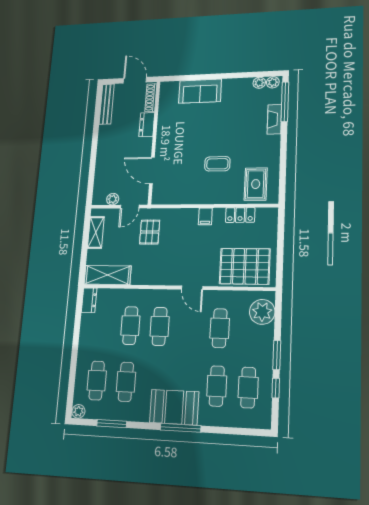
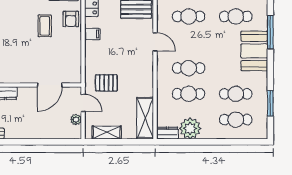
armchair: (224, 192) -> (71, 19), added
door: (192, 288) -> (155, 42), hinge flipped
plant: (78, 411) -> (190, 128), moved, width x1.87, depth x1.87
window: (181, 428) -> (270, 32), moved

